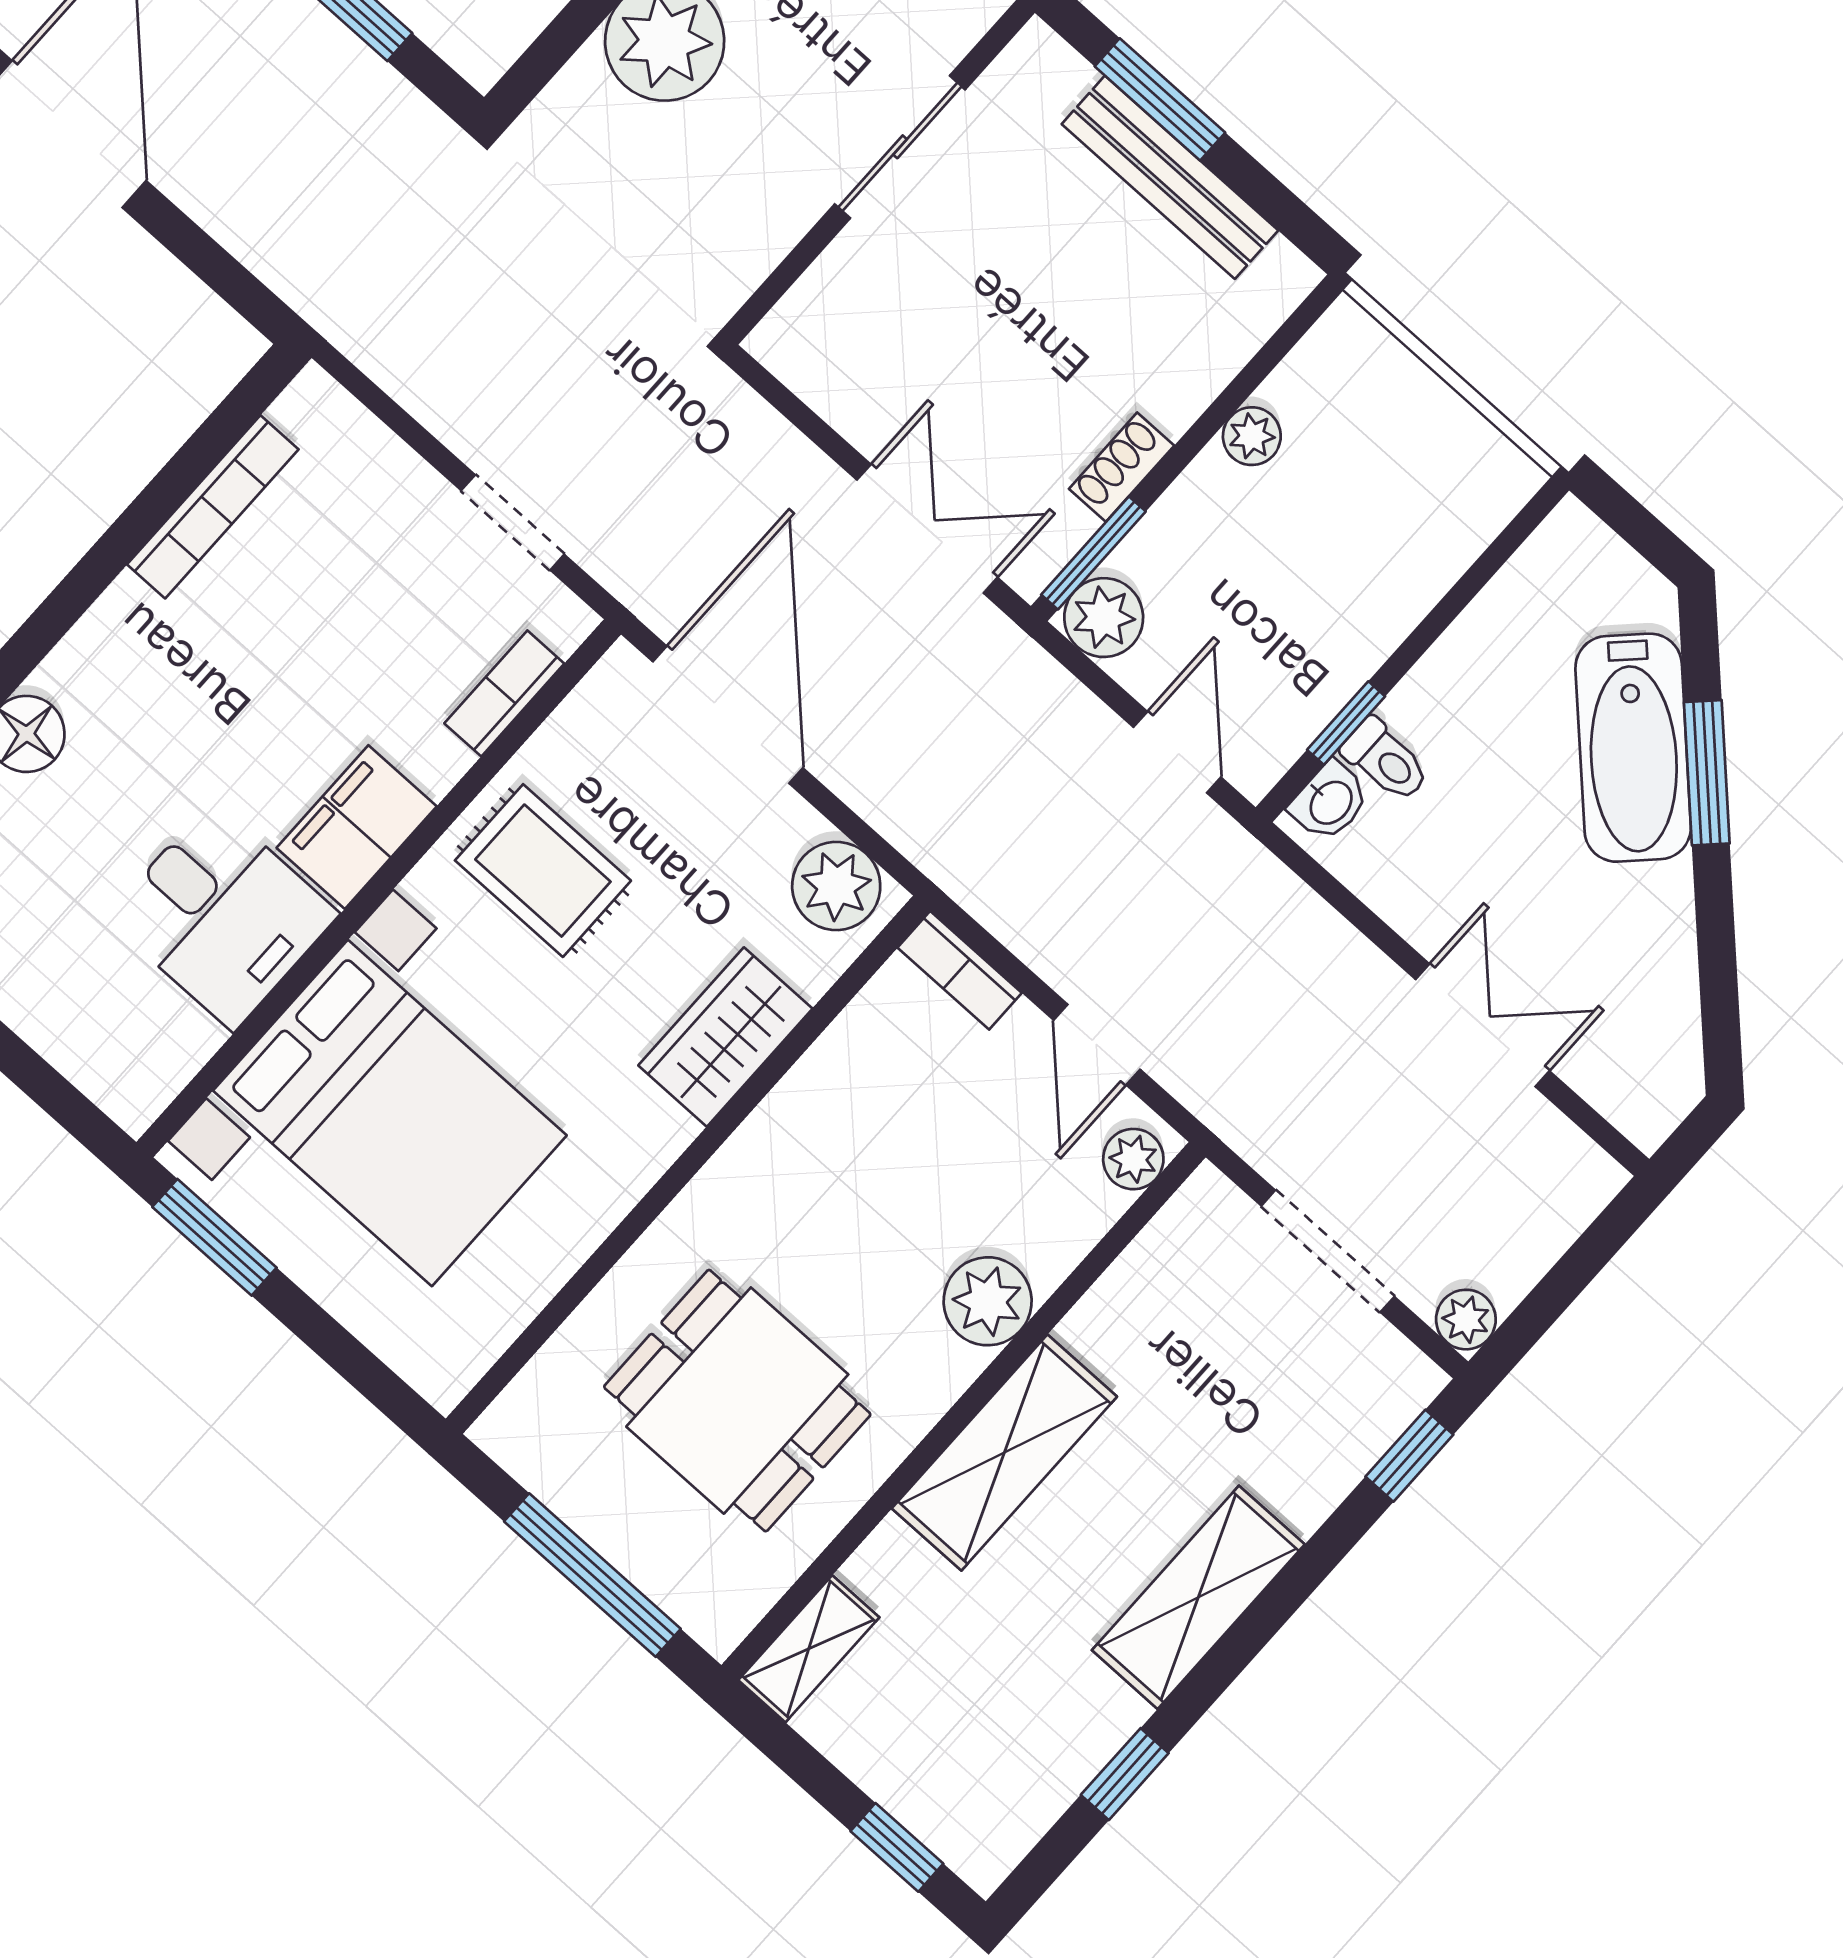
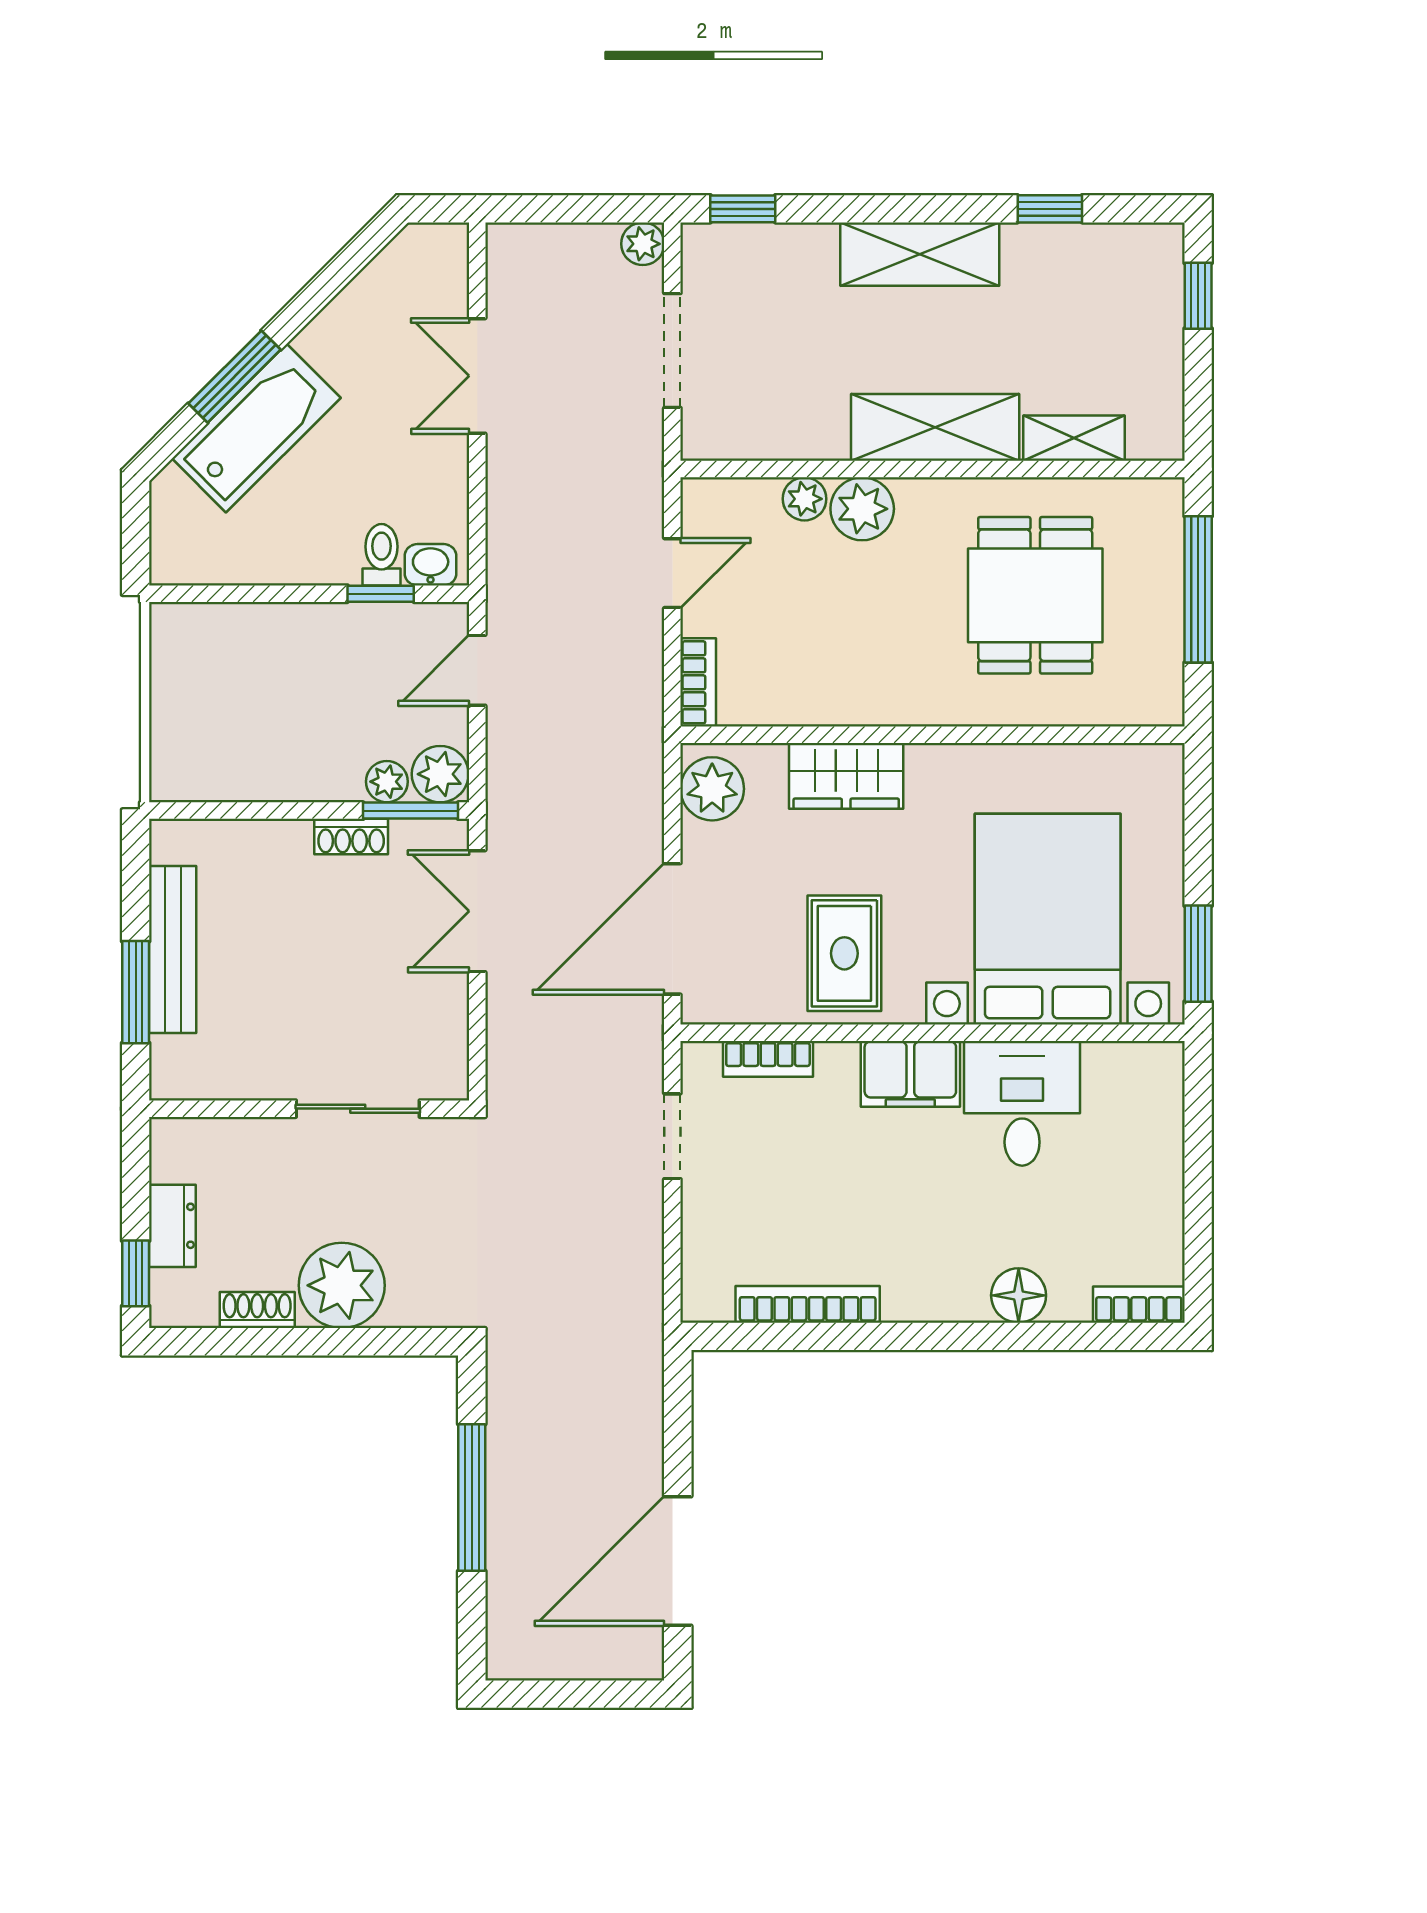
sliding door: (900, 147) -> (358, 1109), moved
plant: (1252, 436) -> (387, 782), moved
plant: (1133, 1159) -> (804, 499), moved
shelving: (809, 1649) -> (1074, 438), moved

